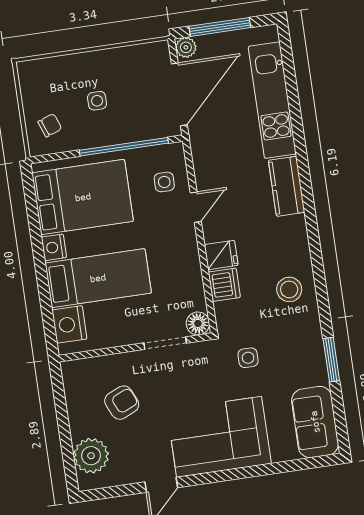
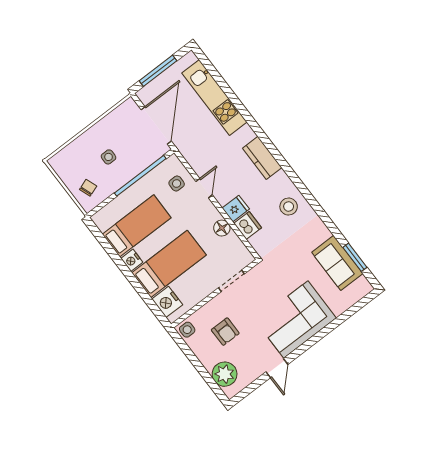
plant: (186, 47) -> (144, 95), removed
kitchen counter: (287, 186) -> (262, 158), moved
bed: (83, 197) -> (137, 226), width x0.67
floor lamp: (198, 323) -> (222, 228), moved
side table: (248, 358) -> (187, 330), moved
window: (331, 360) -> (355, 257), moved
armchair: (122, 403) -> (225, 332), turned 114
sofa: (315, 422) -> (337, 263), moved

